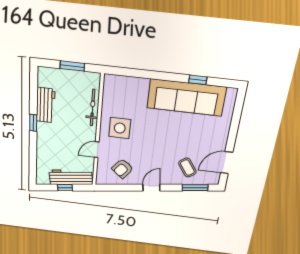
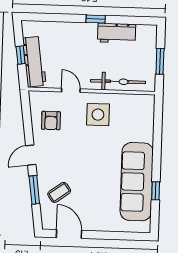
bicycle: (93, 108) -> (118, 82), width x1.37, depth x1.40
armchair: (122, 169) -> (51, 121), turned -129
door: (151, 188) -> (31, 155), swing flipped
window: (195, 188) -> (34, 190), moved

